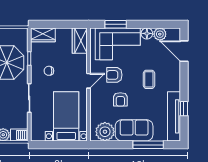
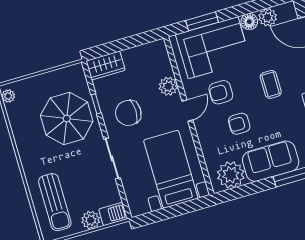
wardrobe: (80, 41) -> (159, 59), removed
plant: (81, 61) -> (168, 86), added
chair: (49, 71) -> (128, 113), width x1.87, depth x1.87
armchair: (120, 99) -> (239, 124), turned 90

